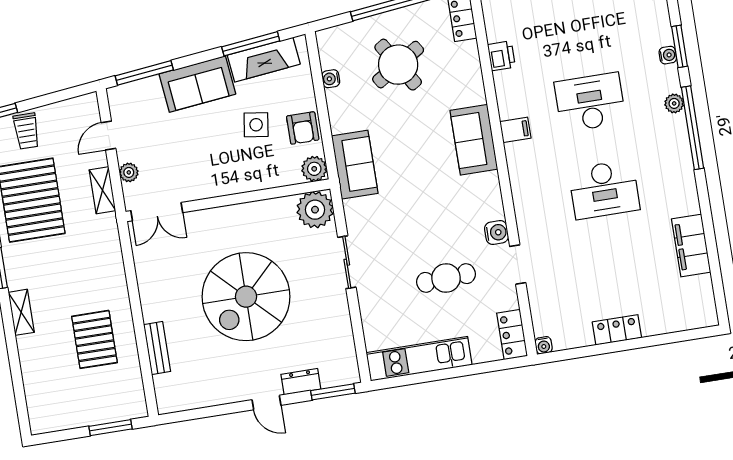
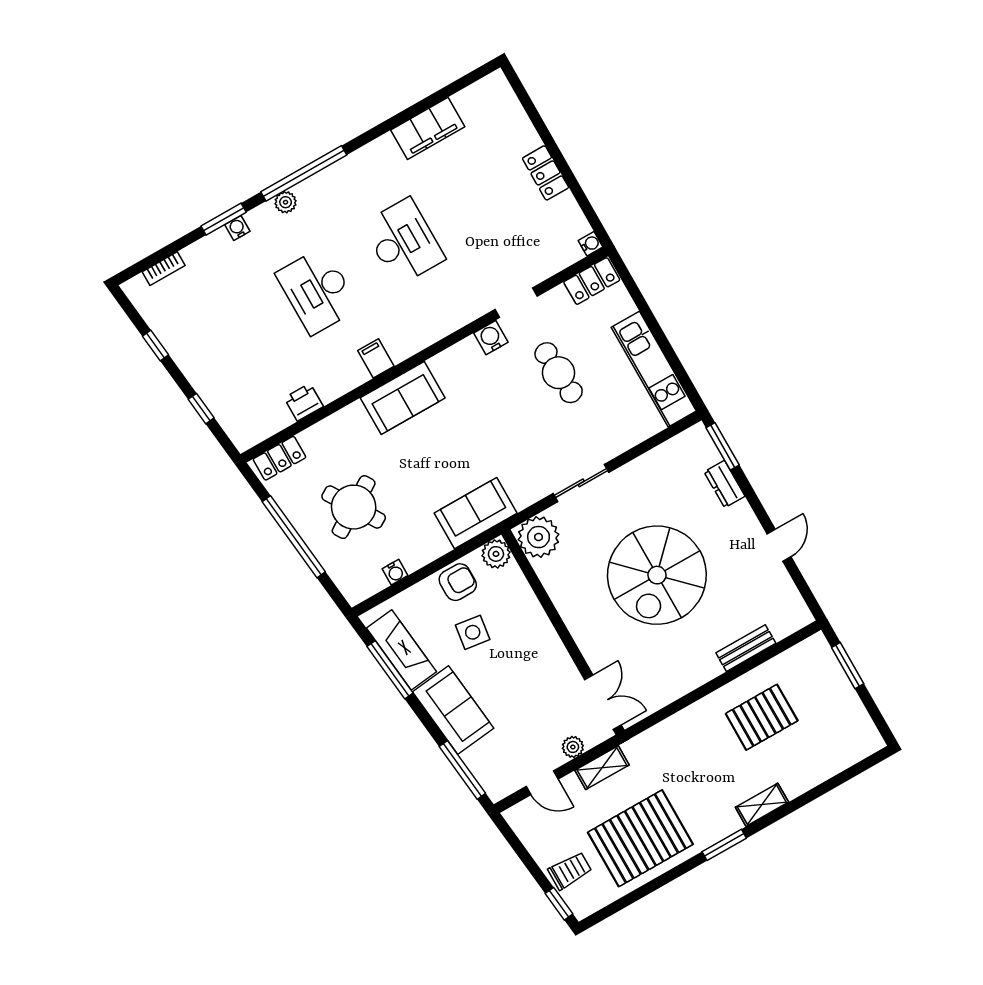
spiral stairs: (246, 297) -> (657, 575), turned 90
door: (267, 403) -> (779, 545), moved

